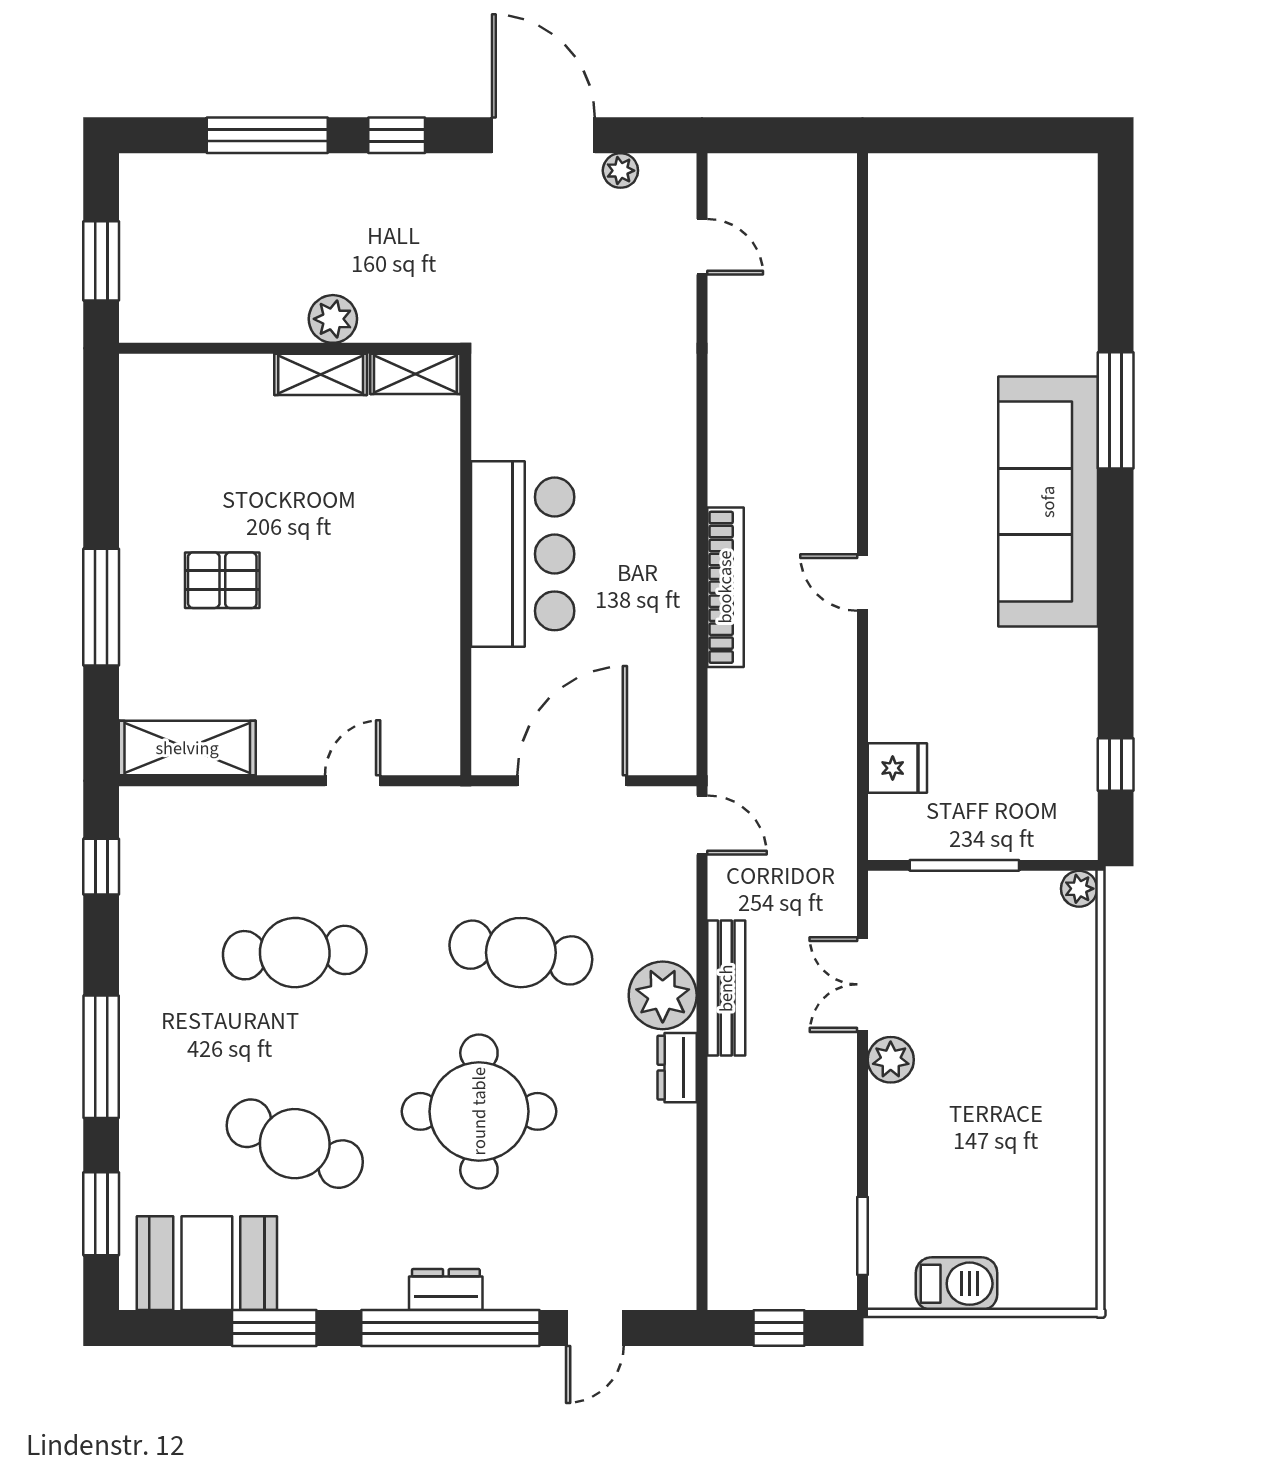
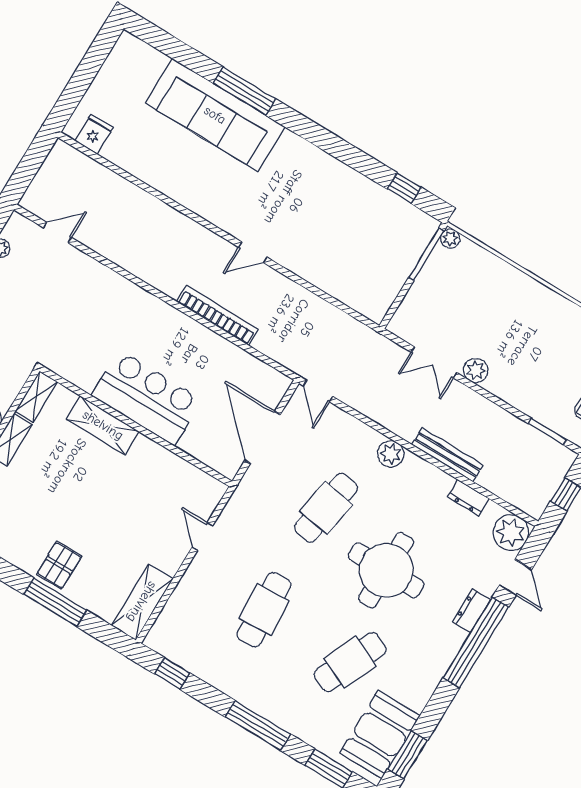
sofa: (1048, 502) -> (215, 115), moved
shelving: (434, 510) -> (103, 425), added
pallet: (222, 580) -> (59, 565), moved
fridge: (897, 768) -> (94, 134), moved
door: (702, 825) -> (318, 391), swing flipped
window: (964, 865) -> (426, 254), moved
bench: (726, 988) -> (447, 455), moved
plant: (663, 995) -> (391, 454), width x0.73, depth x0.73
dresser: (677, 1068) -> (468, 498), moved
plant: (663, 1276) -> (511, 532), added
dresser: (446, 1290) -> (472, 610), moved
window: (274, 1328) -> (408, 755), moved

